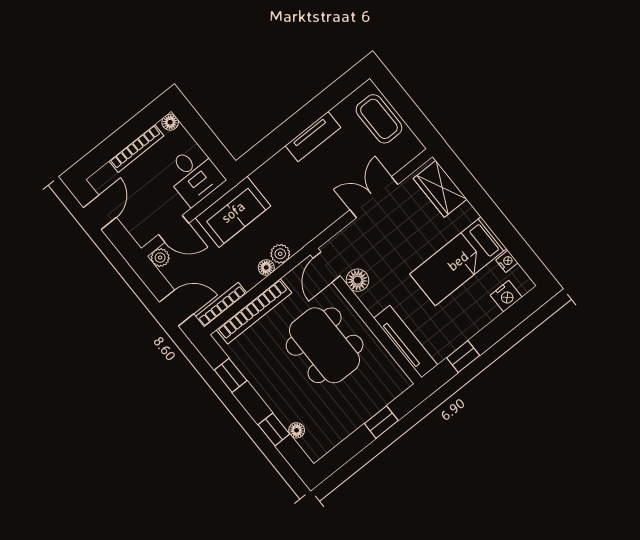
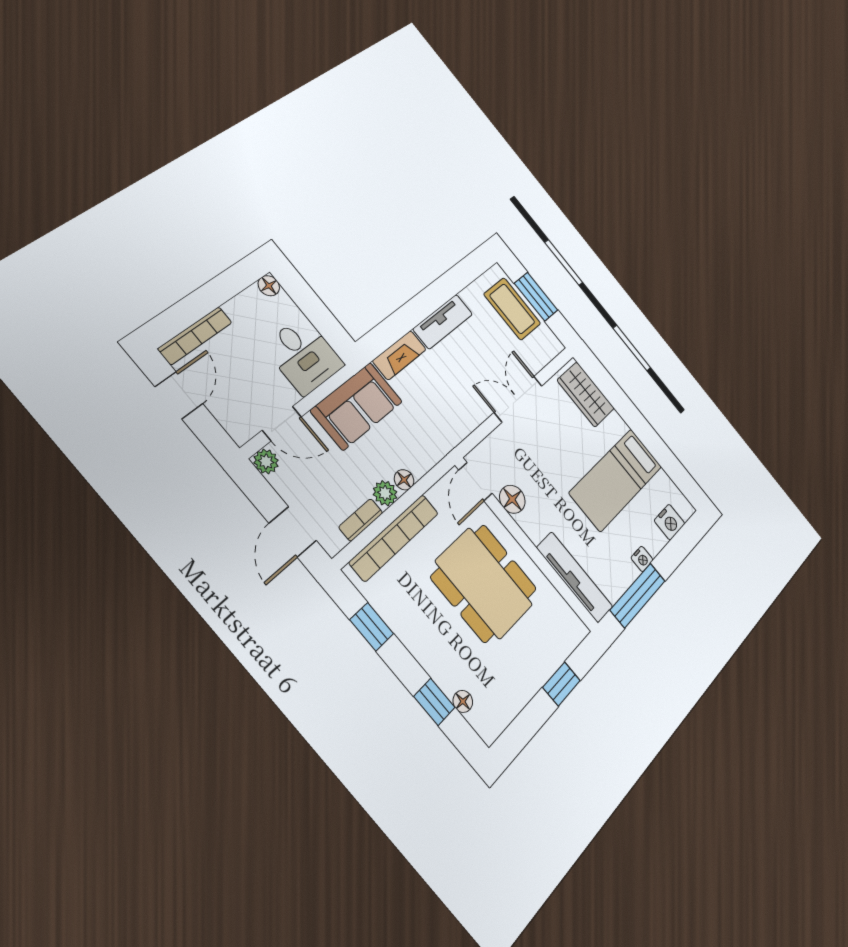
window: (404, 105) -> (536, 297), added
bookcase: (136, 148) -> (195, 336), moved
fireplace: (272, 168) -> (399, 355), added
plant: (280, 254) -> (385, 493), moved
nightstand: (507, 261) -> (642, 559), moved, turned 90
bookcase: (221, 305) -> (361, 520), width x0.64
door: (177, 308) -> (293, 532), swing flipped
window: (463, 357) -> (638, 595), width x2.17

